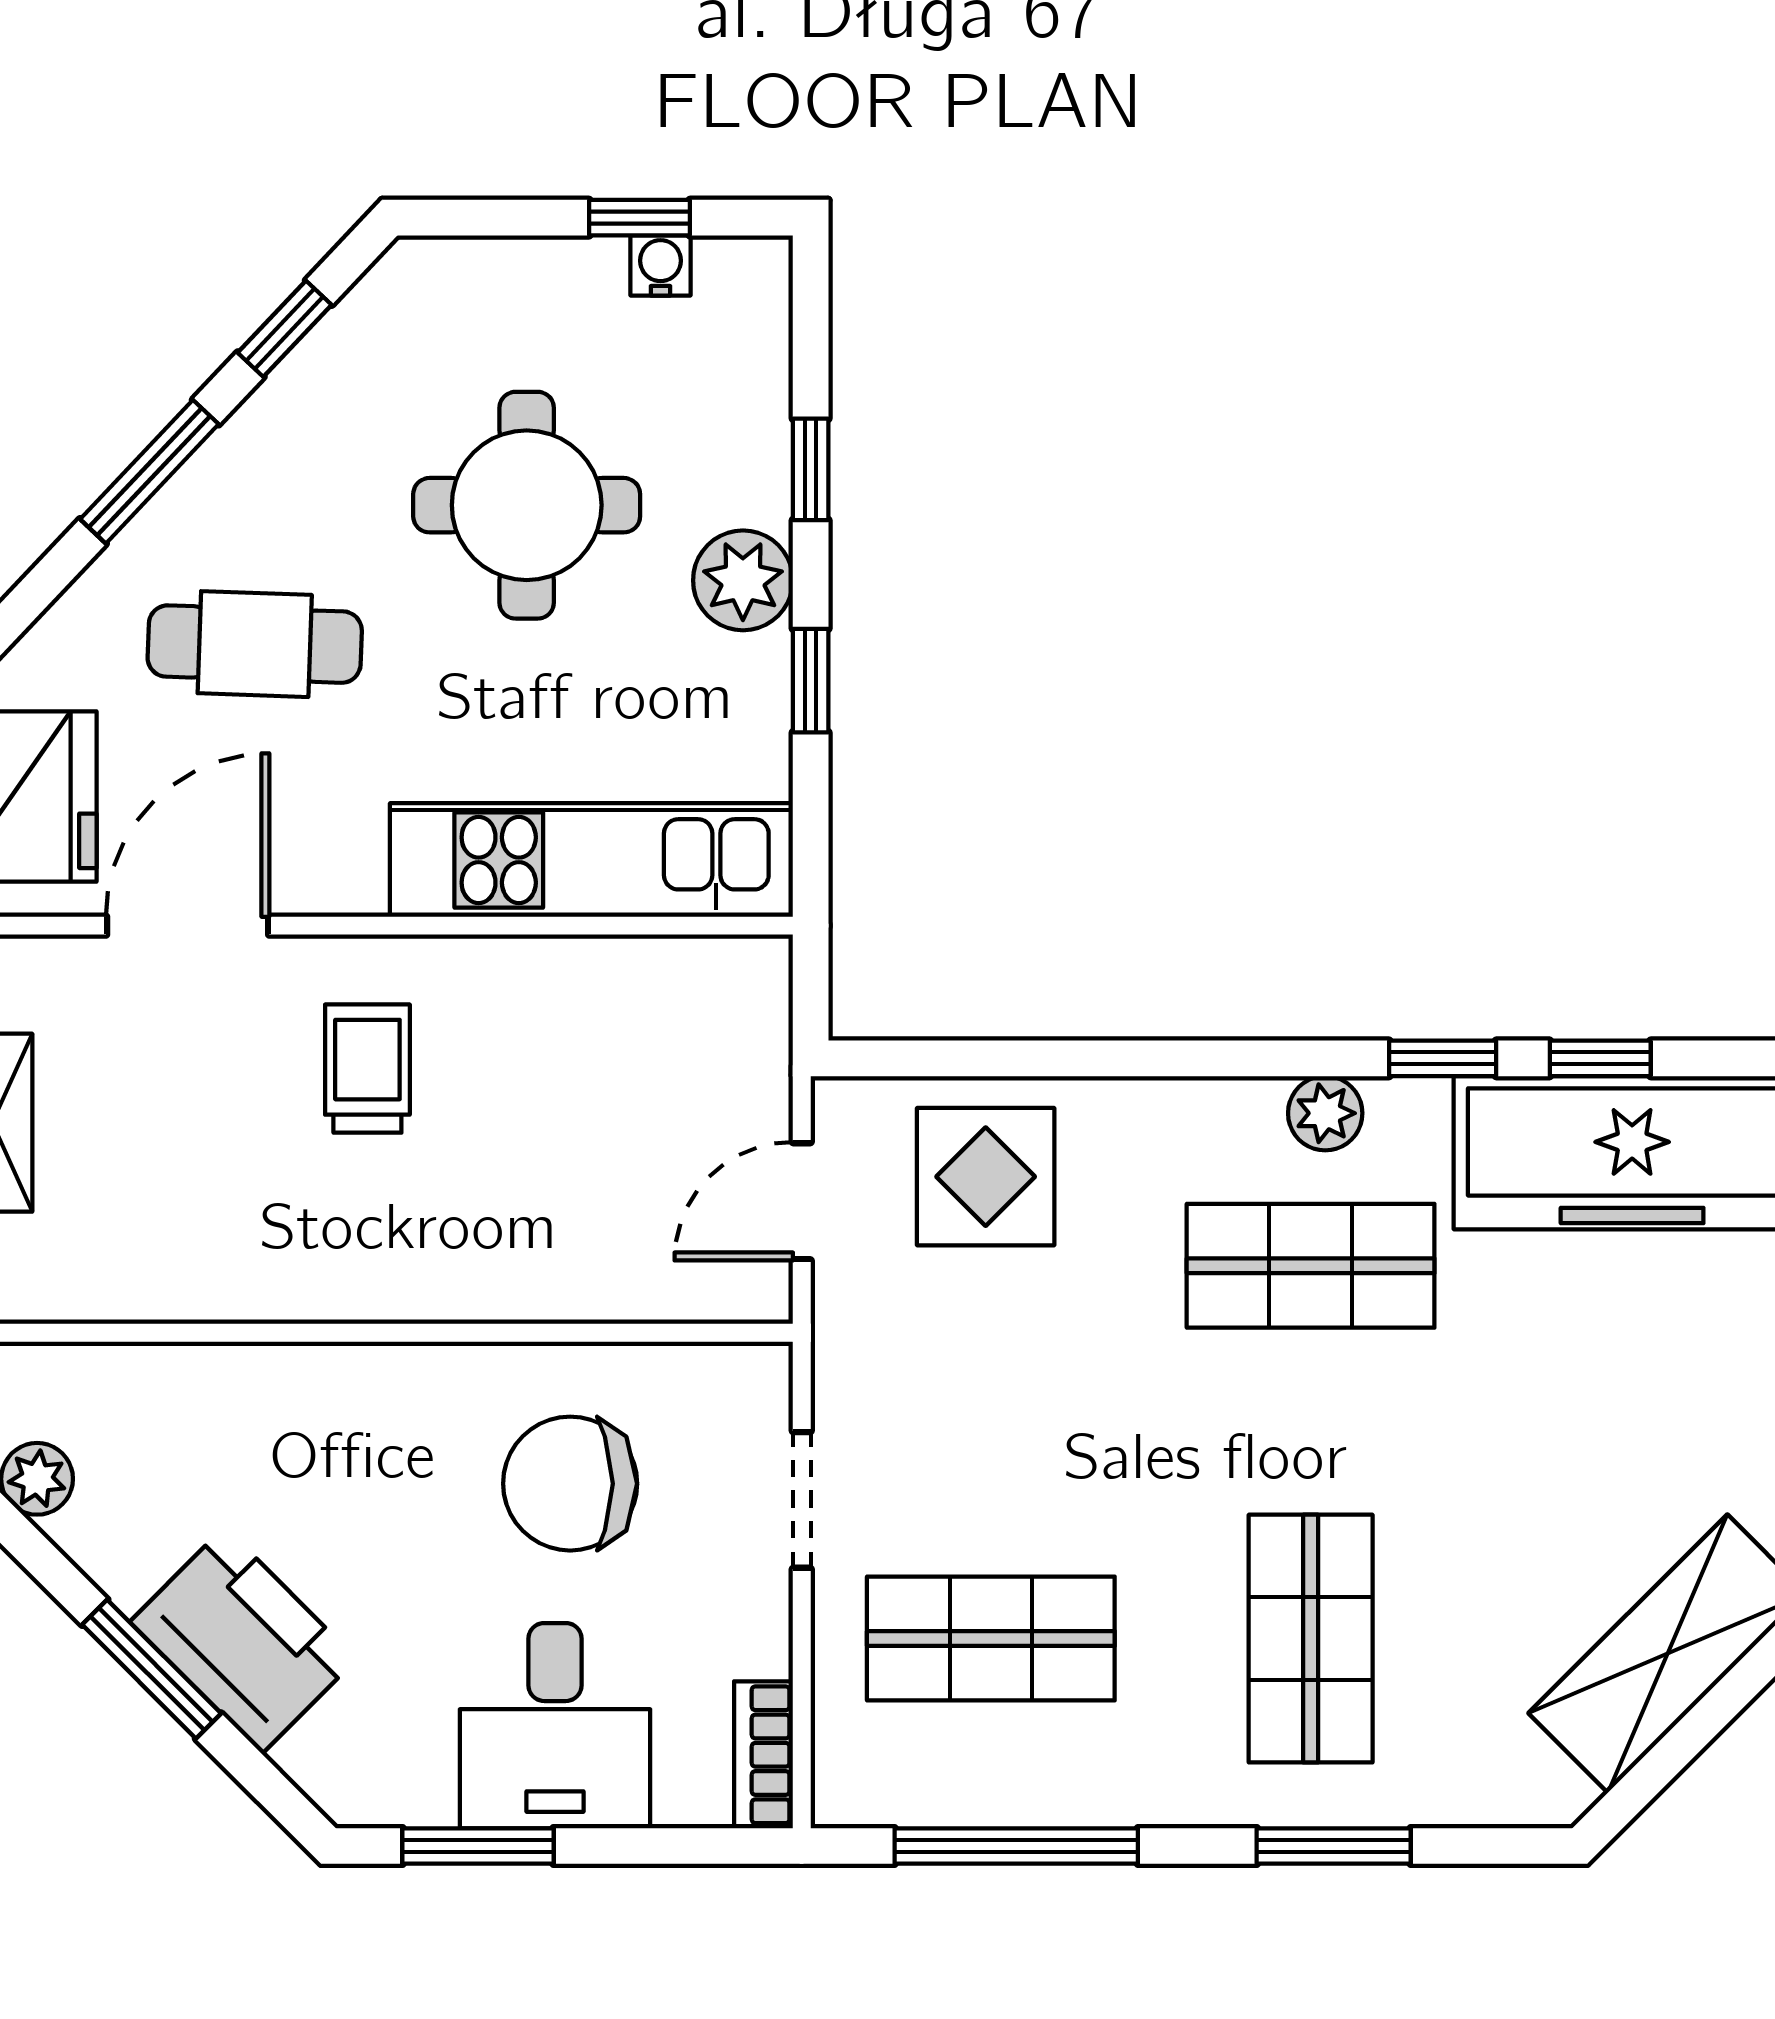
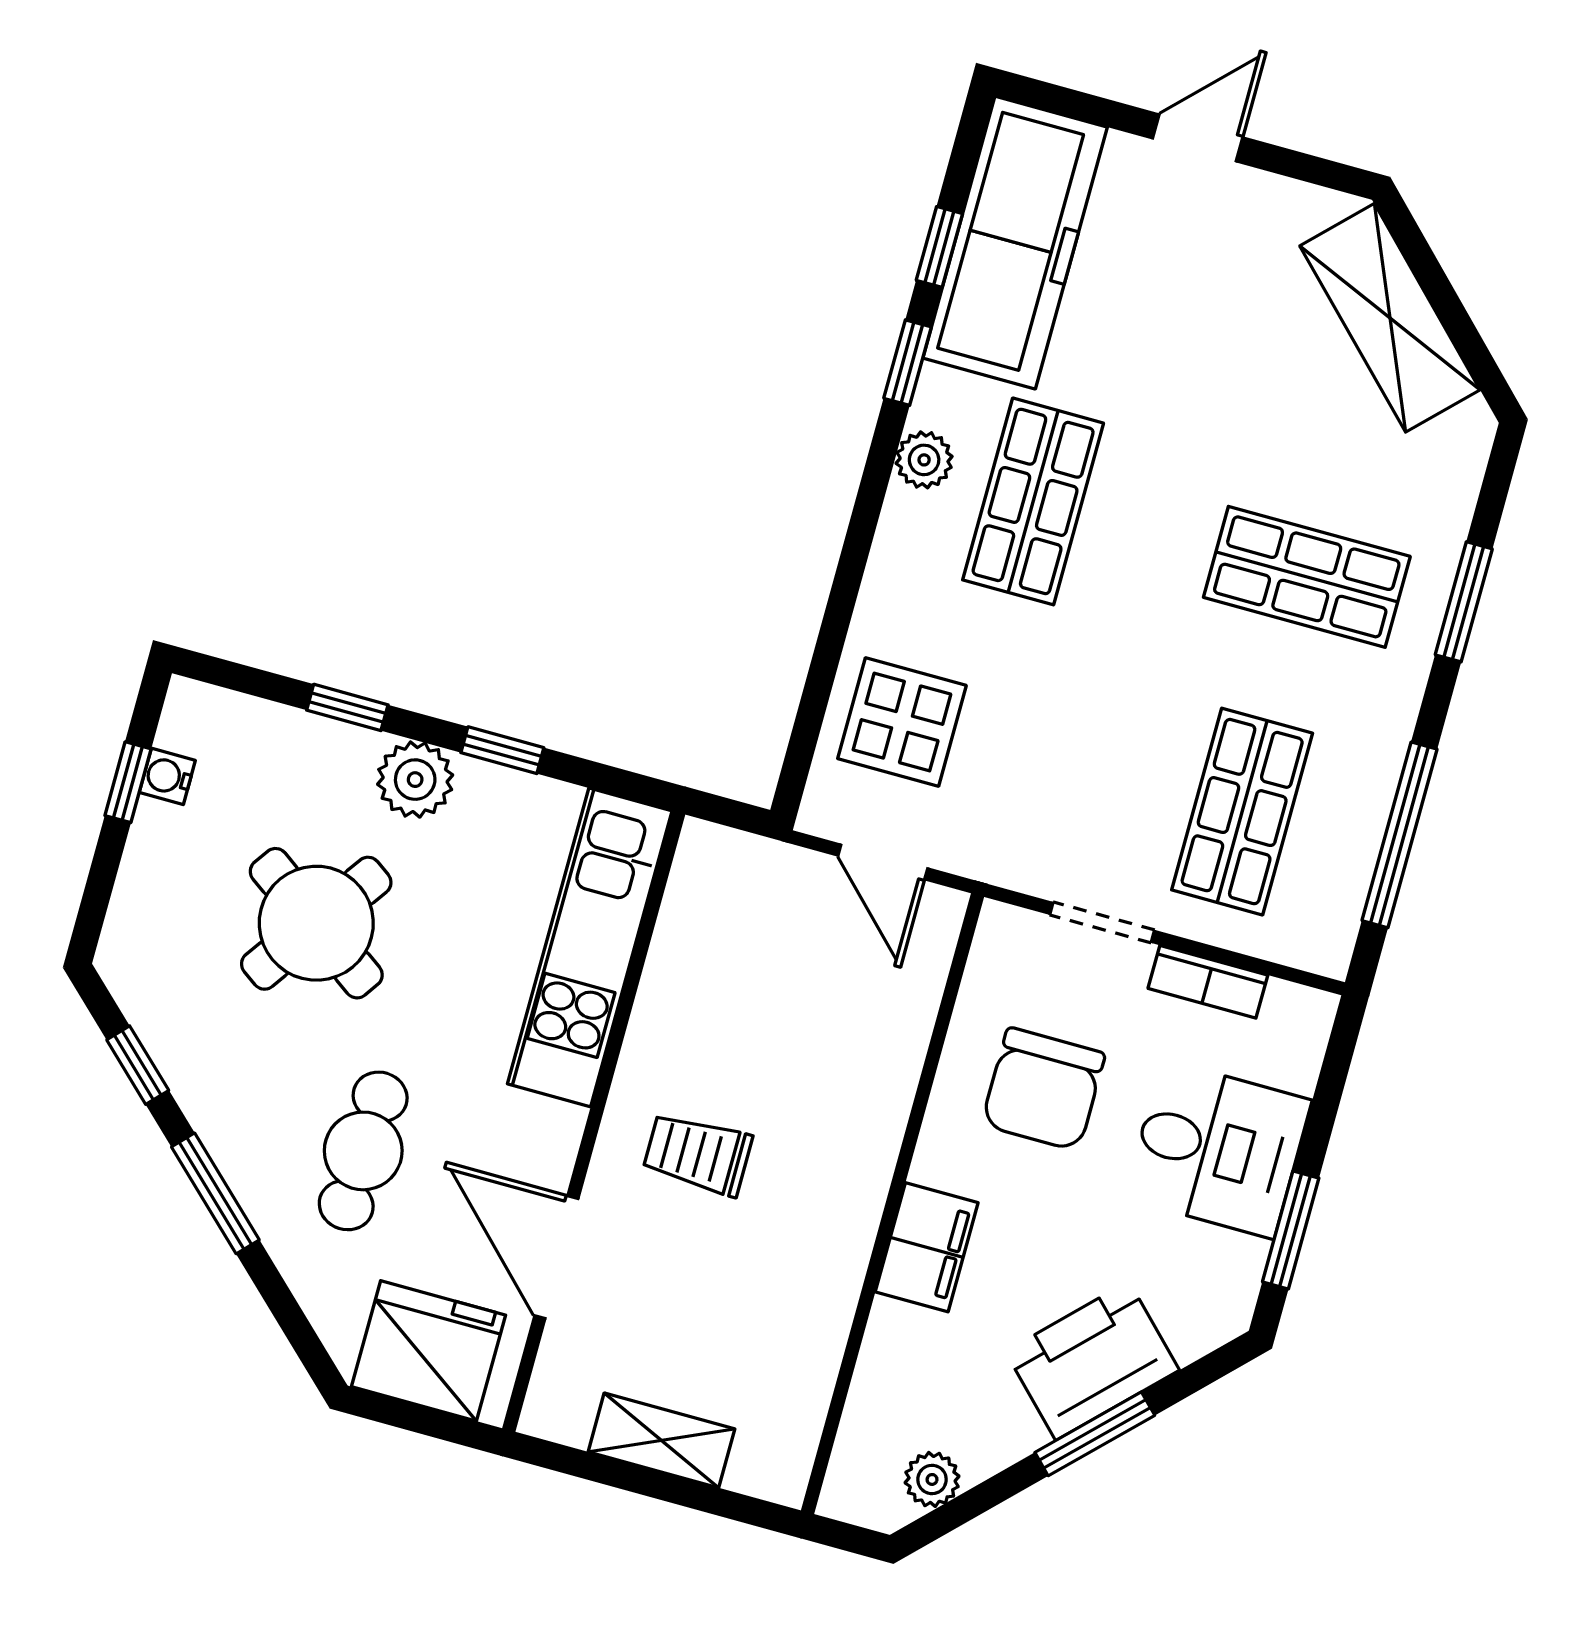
round table: (527, 505) -> (316, 923), turned 35
filing cabinet: (329, 1391) -> (927, 1247), added
bookcase: (763, 1755) -> (1208, 982), moved

